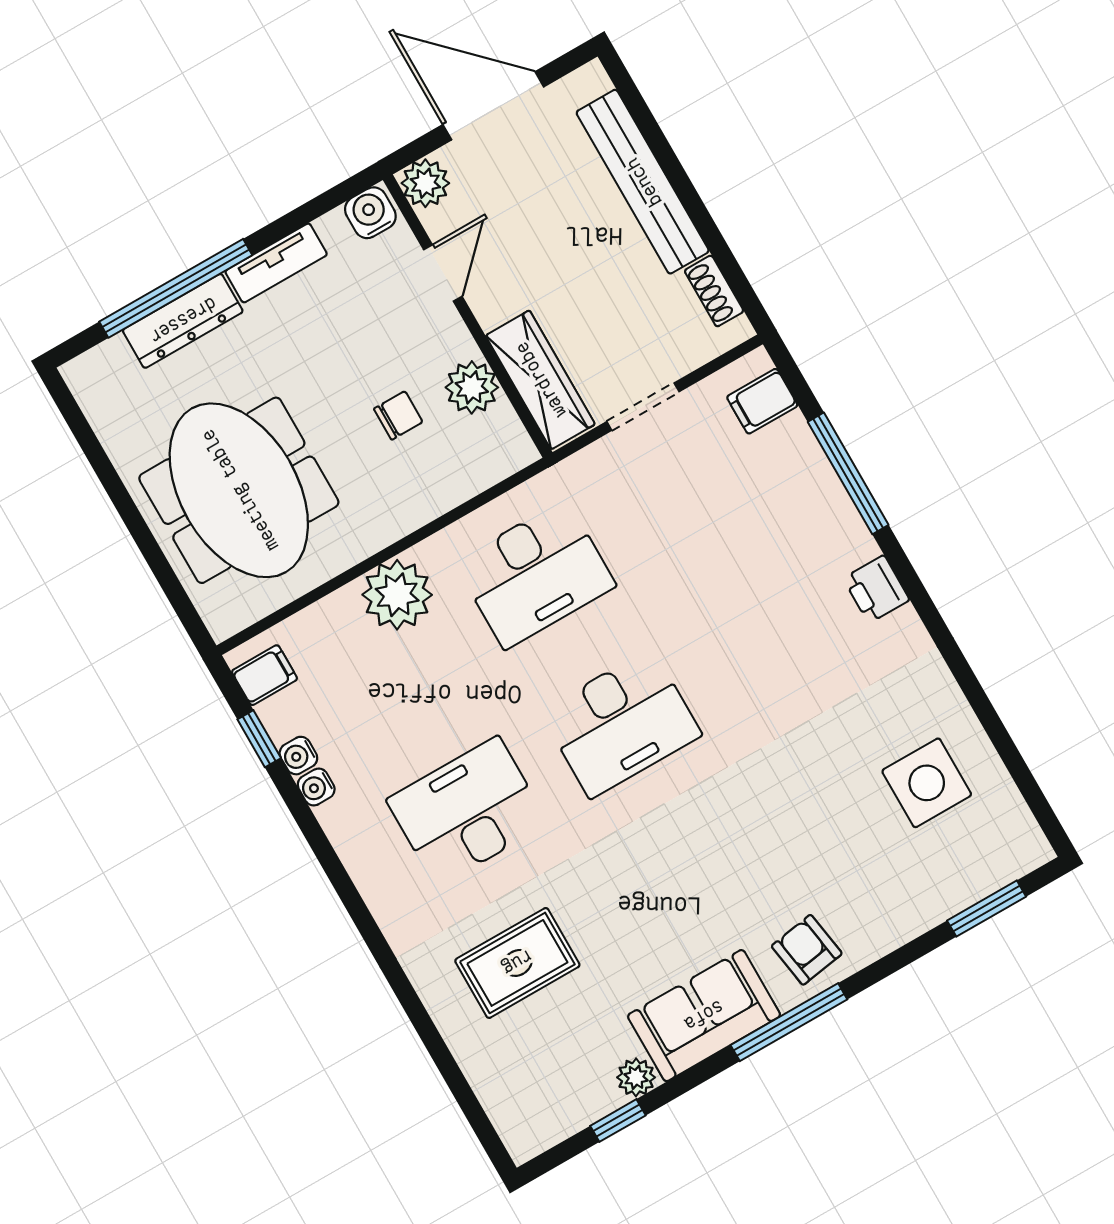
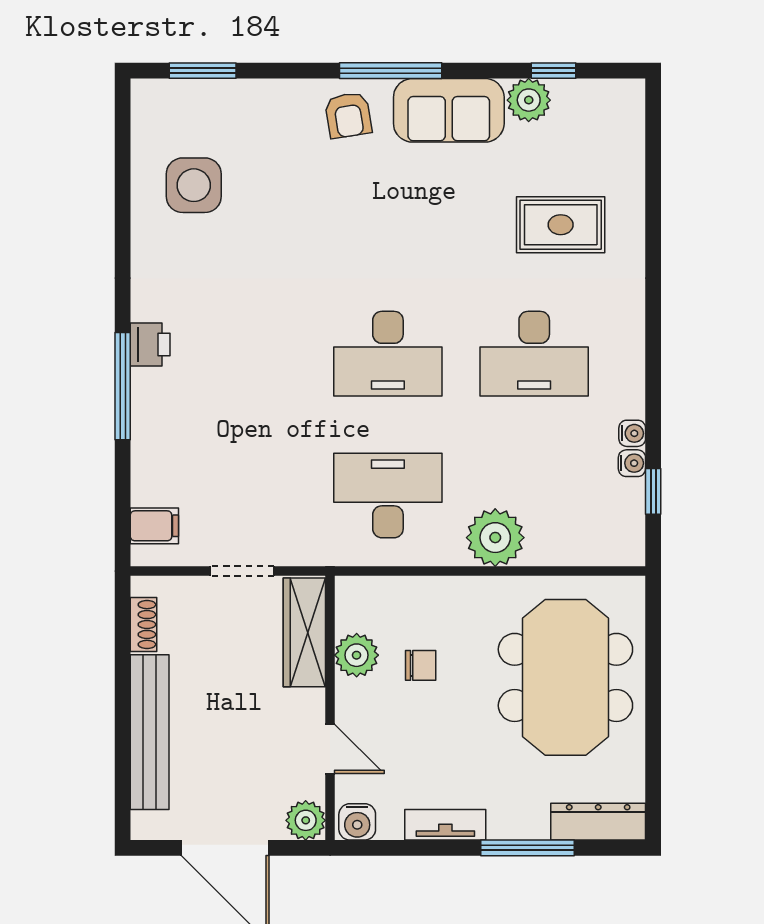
door: (443, 273) -> (330, 749), swing flipped
window: (176, 288) -> (528, 848), width x0.68
dresser: (183, 321) -> (598, 822), moved
chair: (398, 415) -> (421, 665), turned 180
window: (848, 473) -> (123, 386), moved
filing cabinet: (264, 675) -> (623, 535), removed
desk: (621, 723) -> (388, 354), turned 180
plant: (636, 1077) -> (529, 100), width x1.38, depth x1.38

